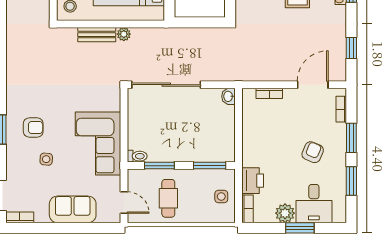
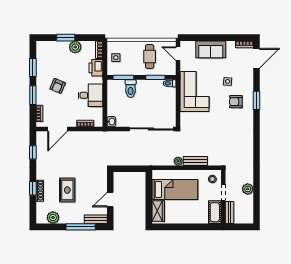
toilet: (198, 148) -> (131, 89), added
desk: (314, 204) -> (90, 95), moved, turned 90

